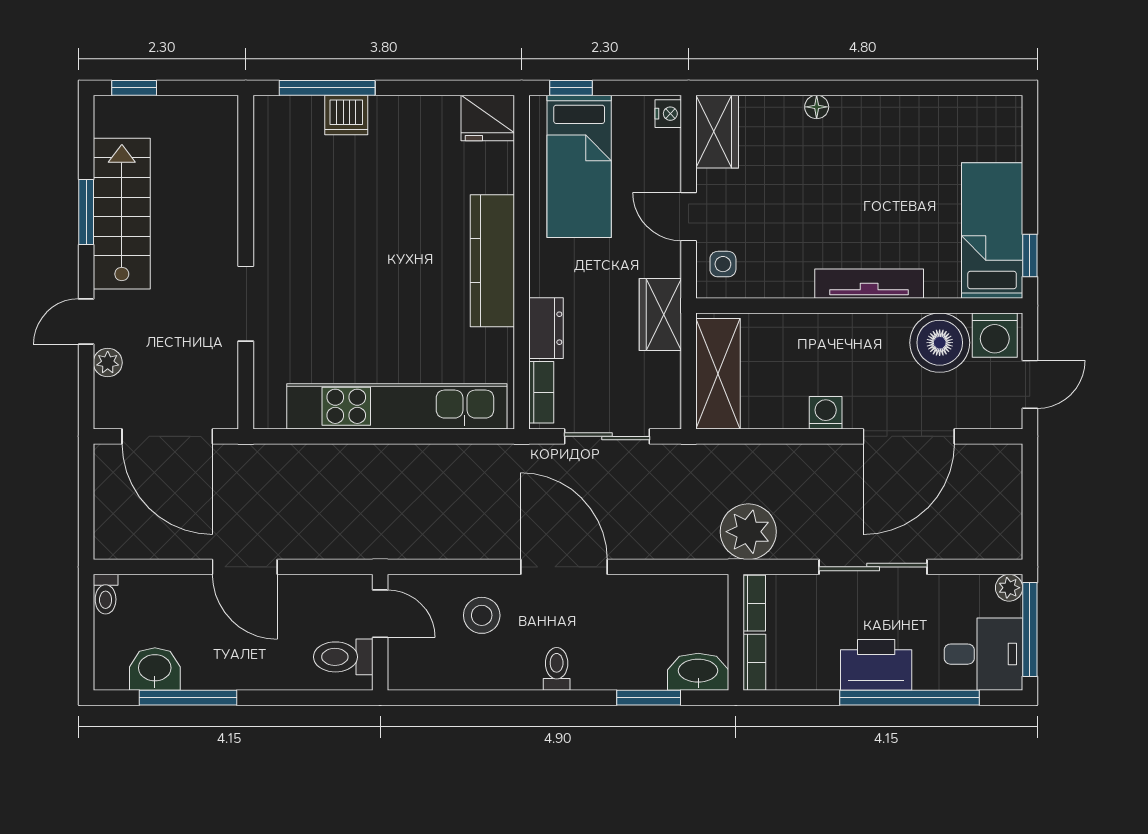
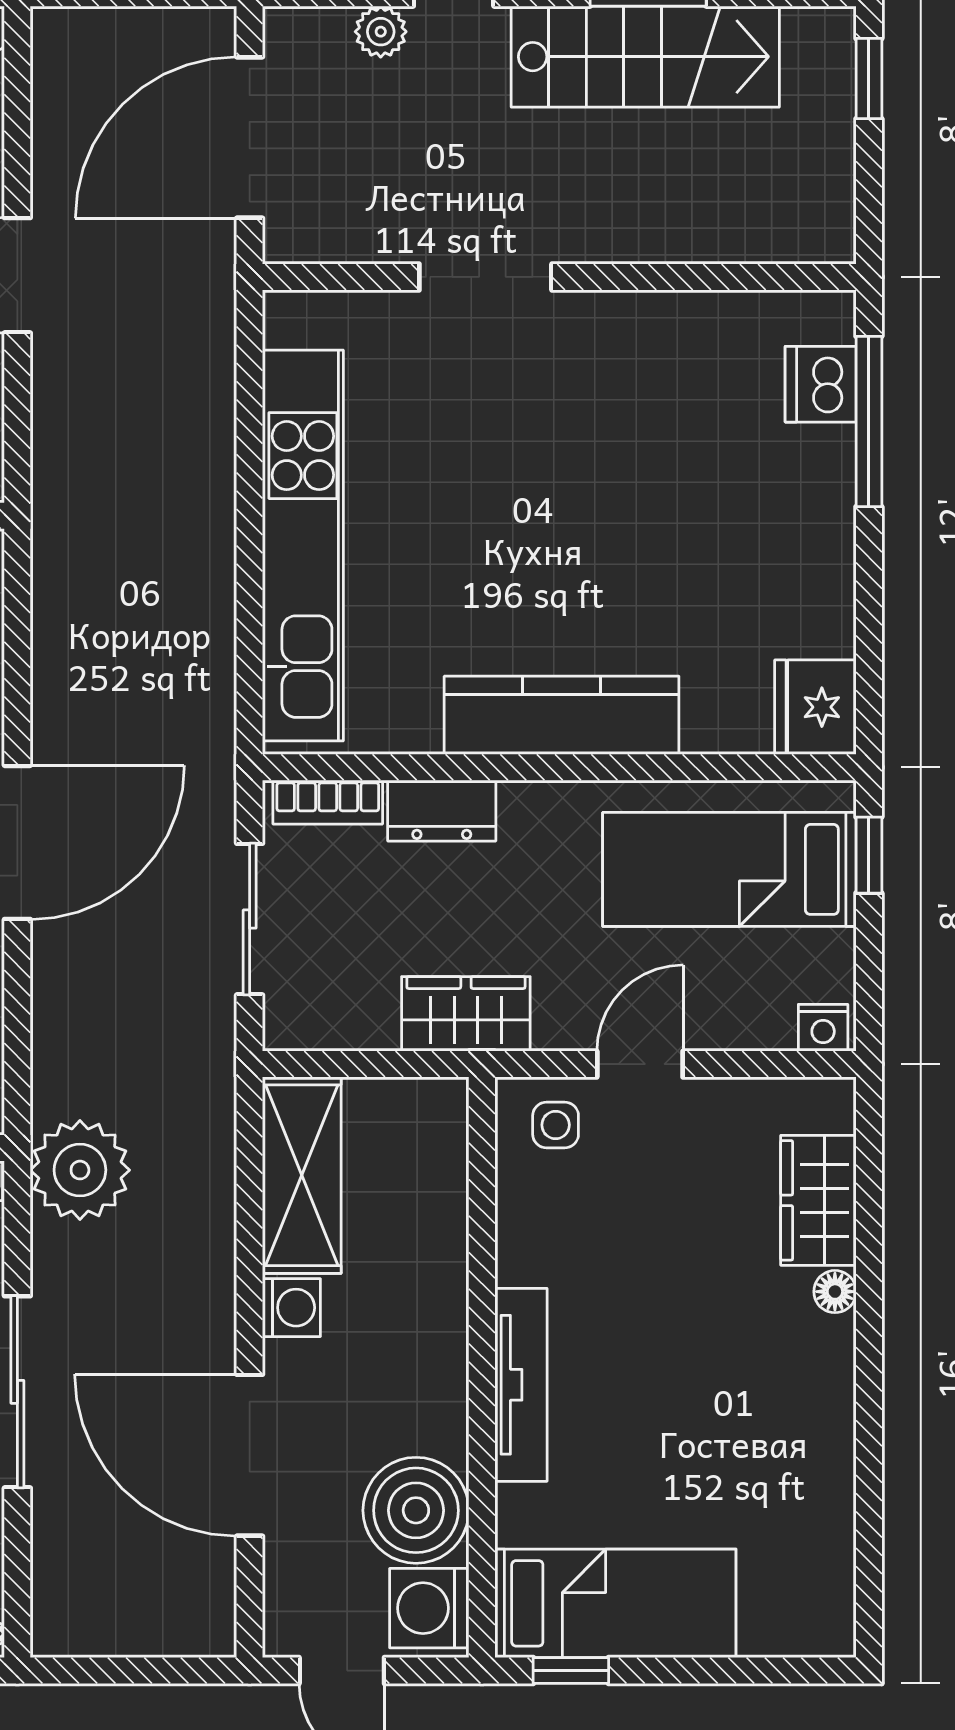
dishwasher: (346, 115) -> (821, 384), moved
wardrobe: (717, 132) -> (818, 1200), moved, turned 90
shelving: (718, 374) -> (302, 1175), moved, turned 90

